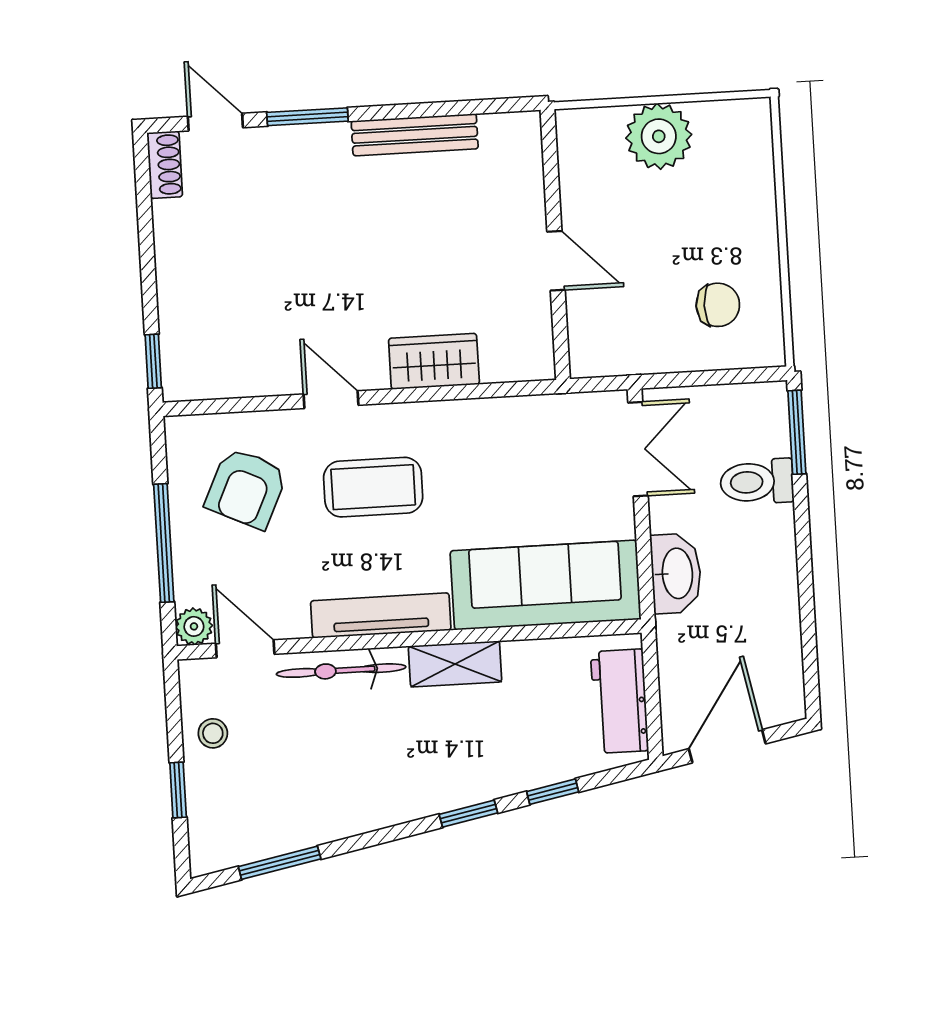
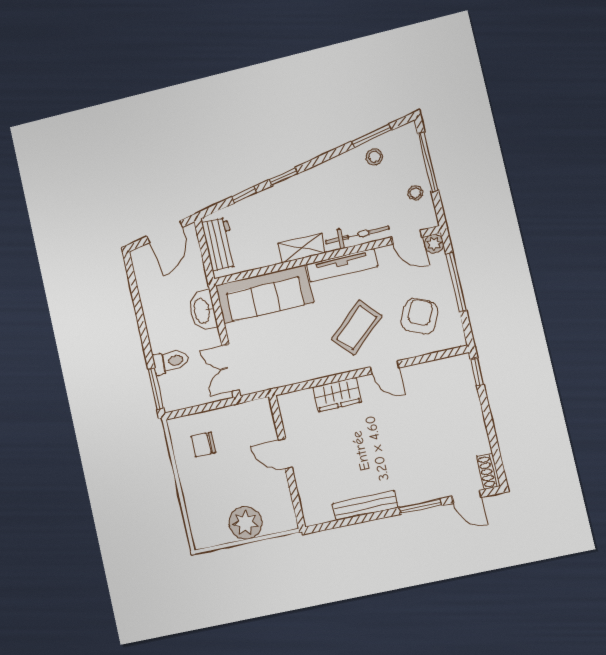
coffee table: (373, 487) -> (357, 328), turned -42
window: (178, 790) -> (428, 162), width x2.17
stool: (281, 820) -> (374, 157), added

